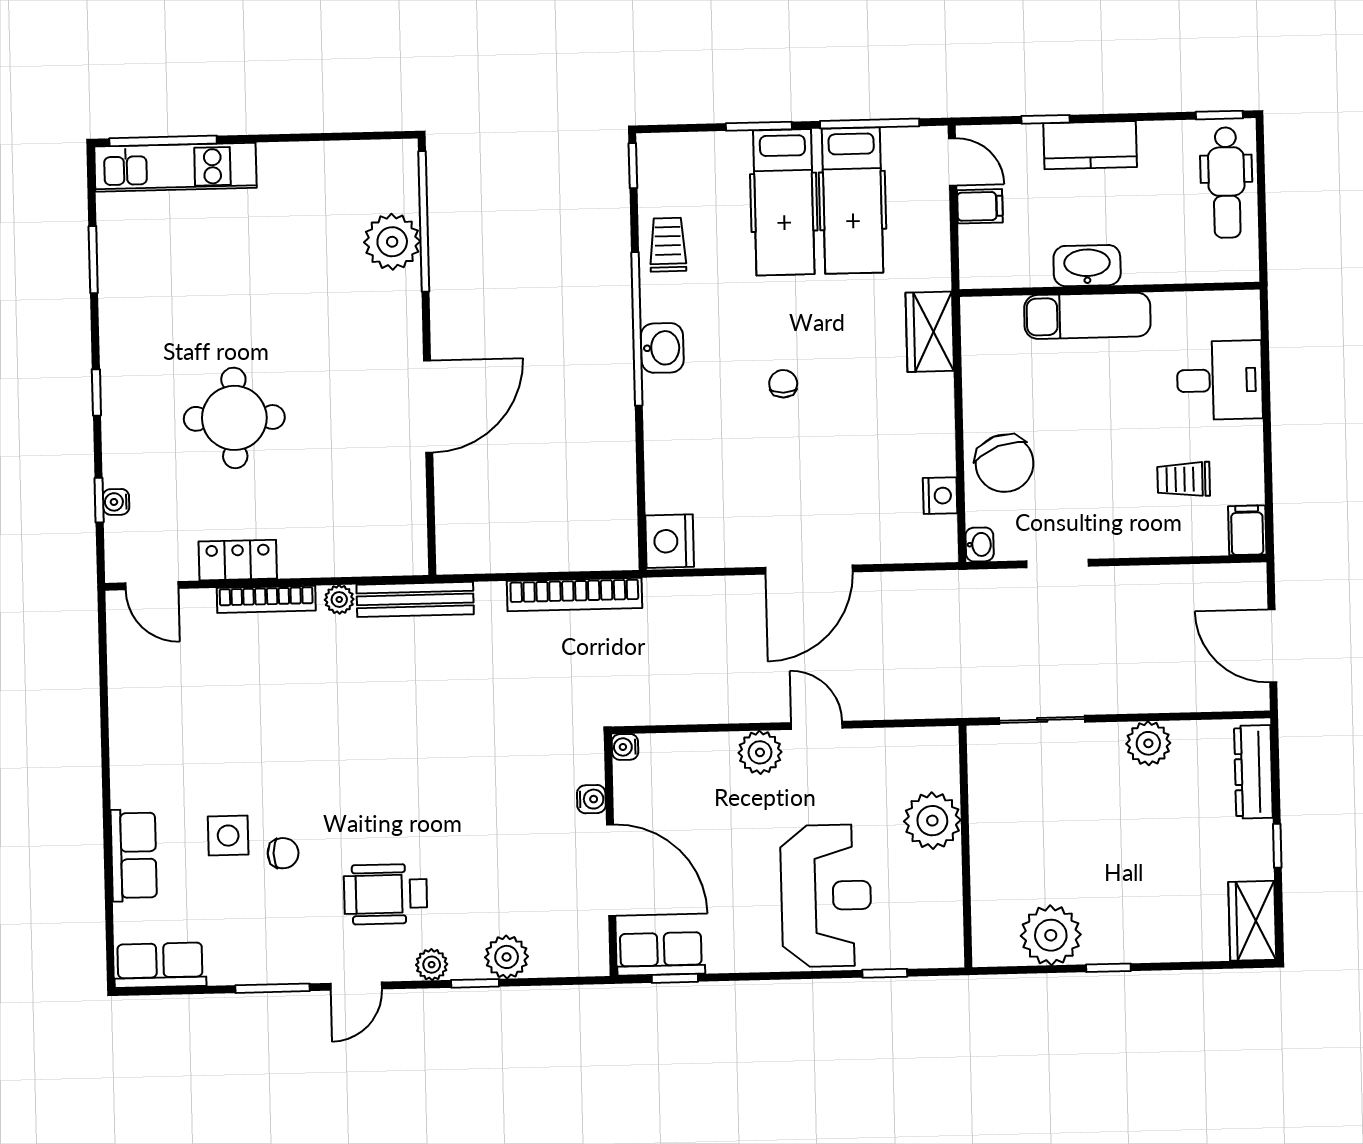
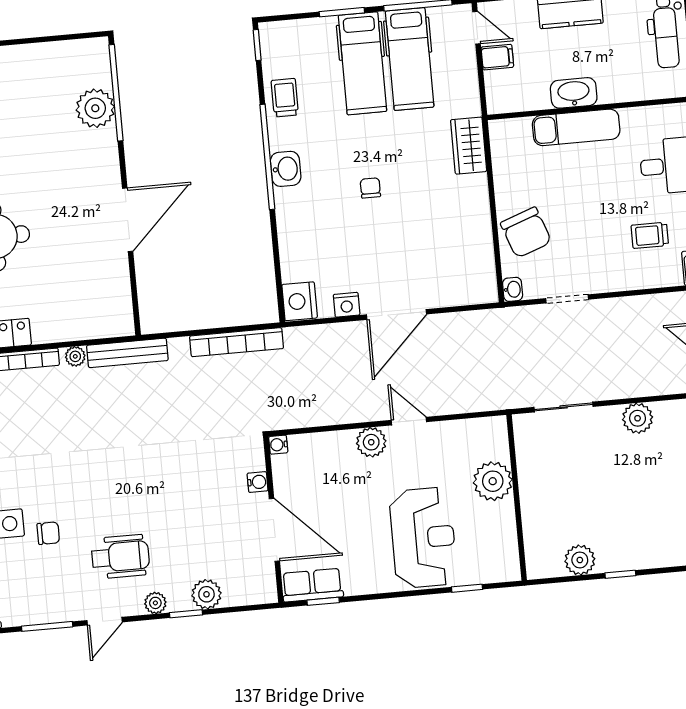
nightstand: (940, 496) -> (347, 305), moved, turned 90
wheelchair: (385, 894) -> (120, 557), turned 180
plant: (1051, 935) -> (580, 560), width x0.73, depth x0.73

